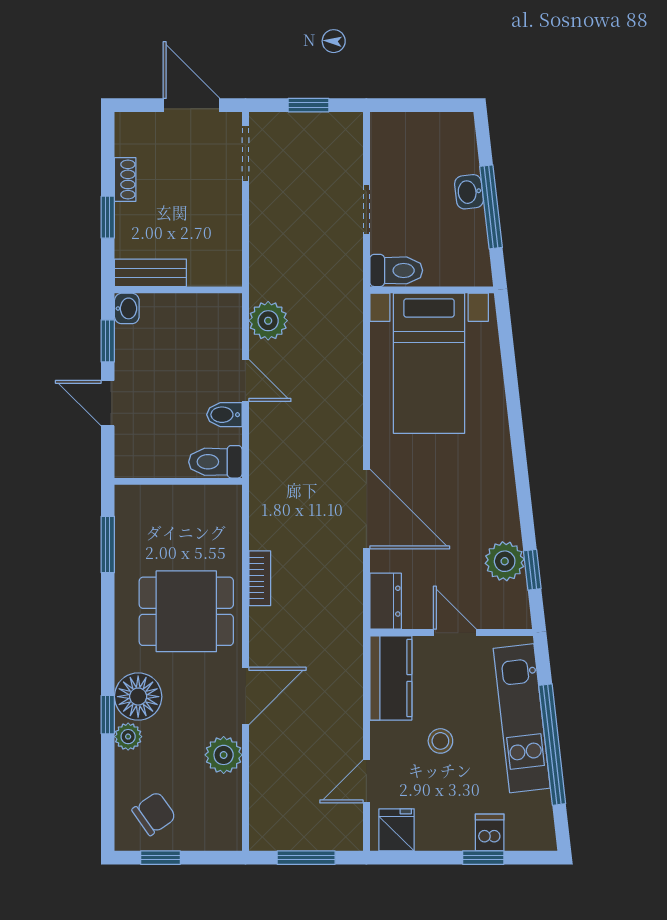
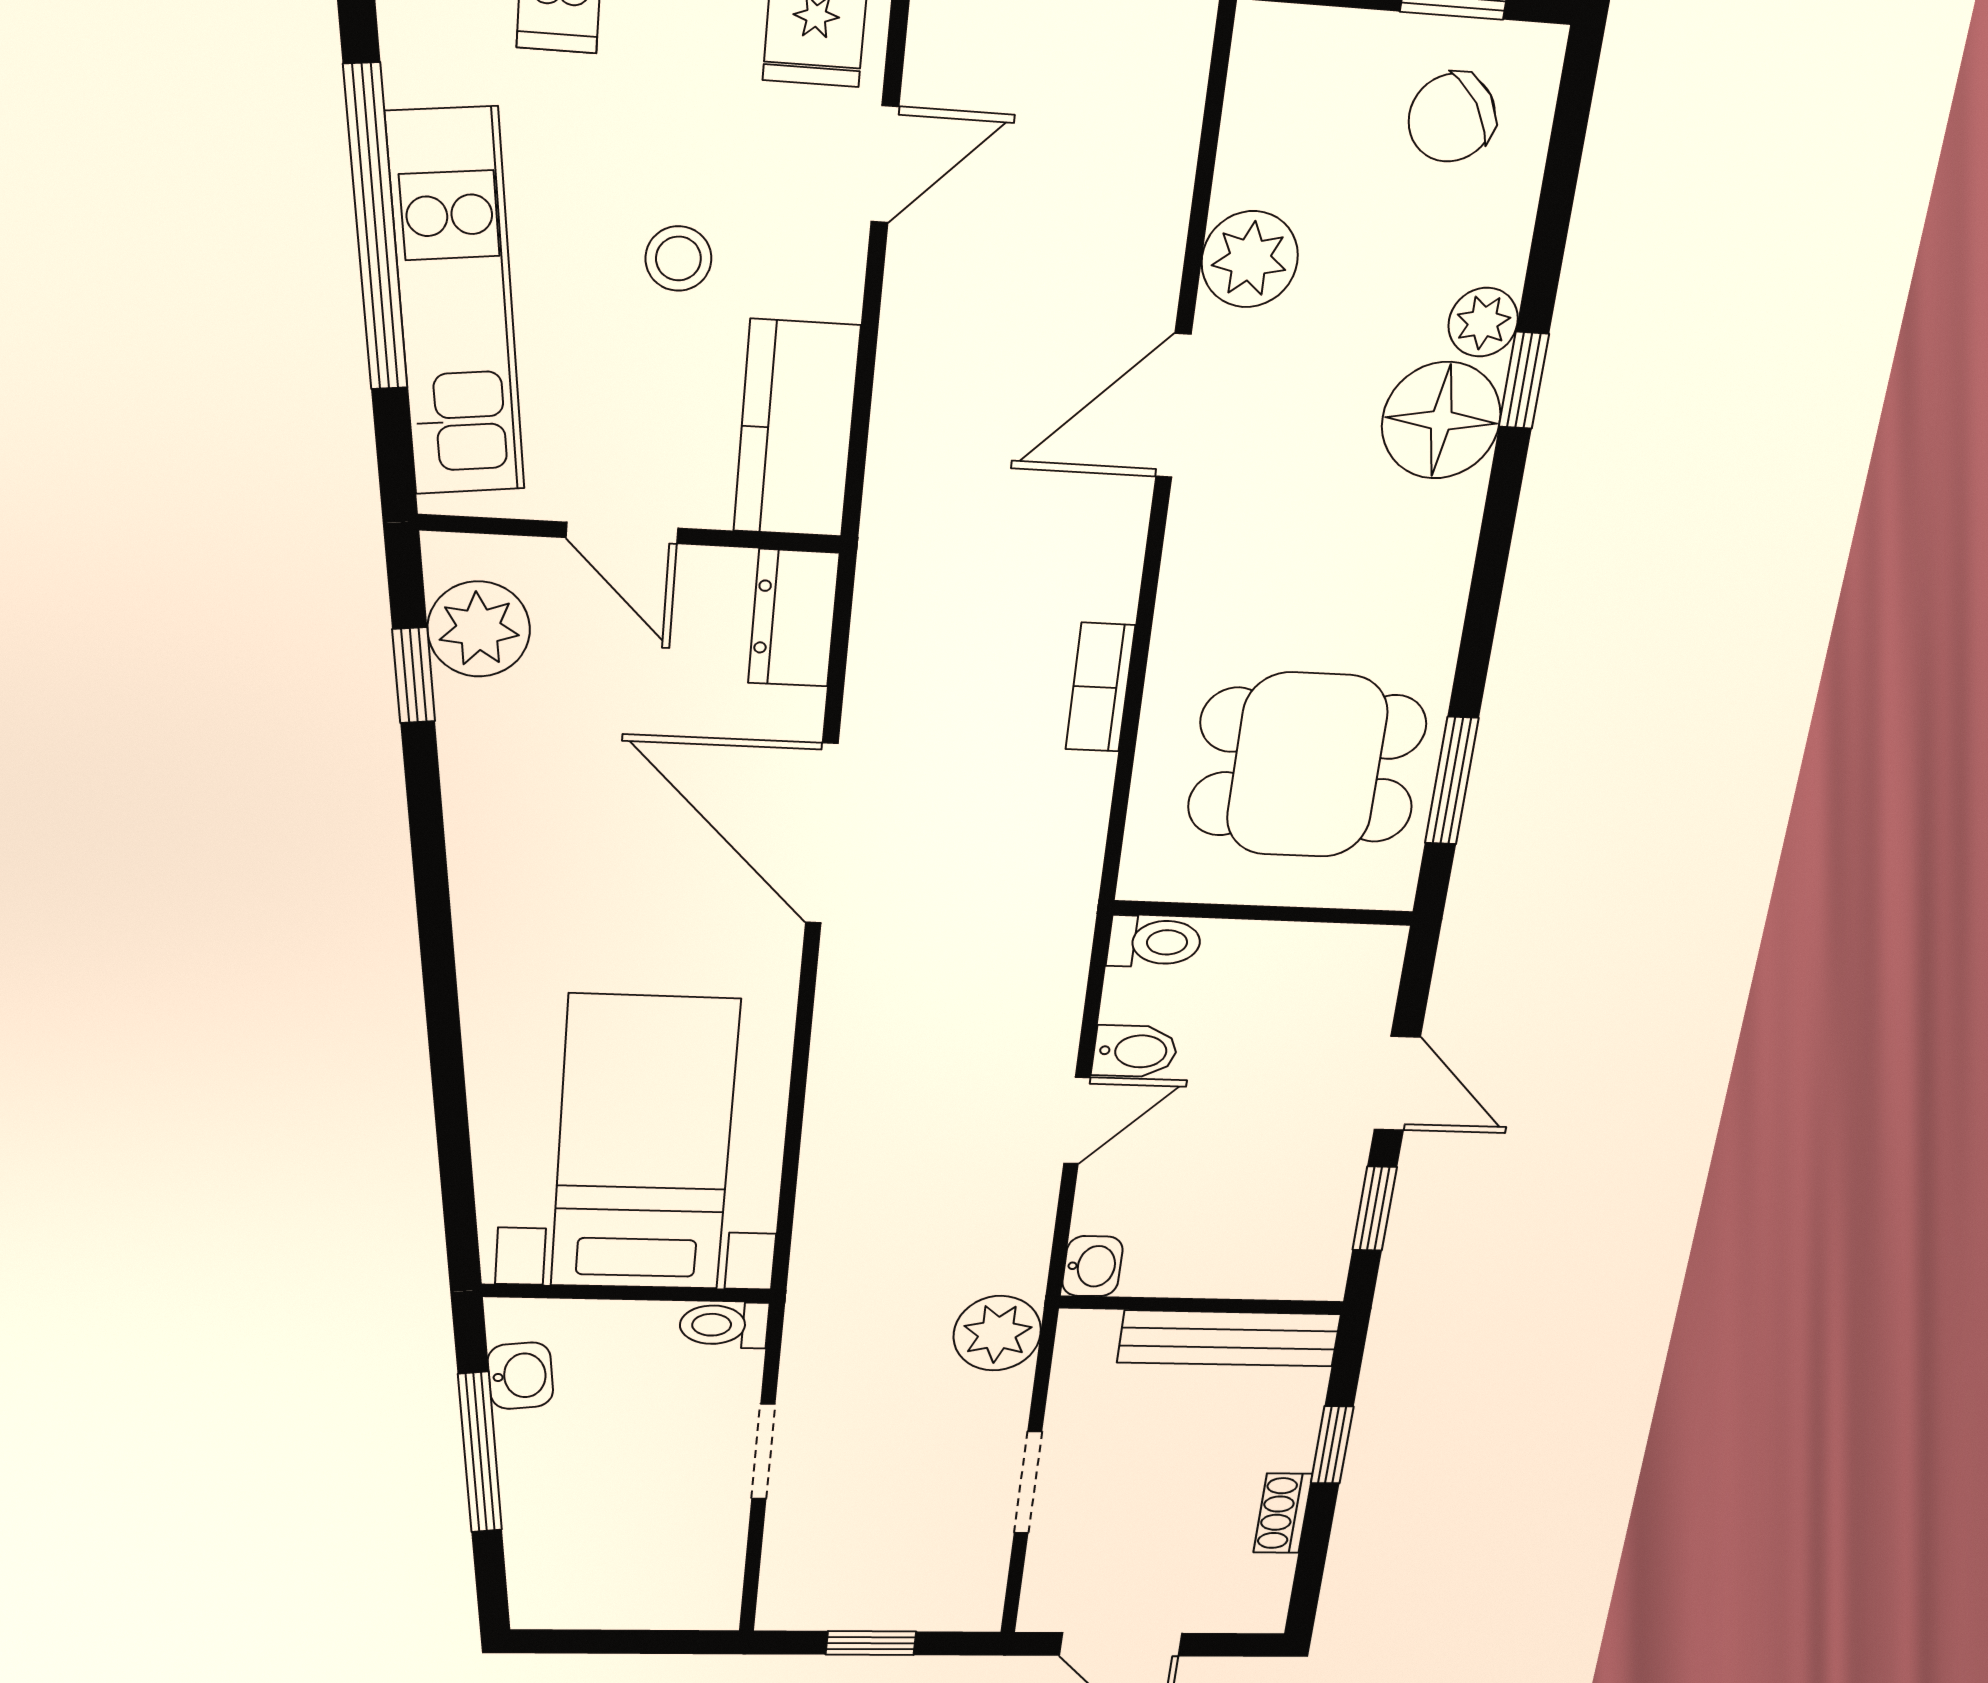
doorway: (245, 154) -> (1028, 1482), moved
washbasin: (469, 192) -> (520, 1376), moved
toilet: (396, 270) -> (724, 1325), width x0.73, depth x0.72
bench: (150, 273) -> (1229, 1338), width x1.36
washbasin: (127, 308) -> (1092, 1266), moved, turned 180
plant: (268, 321) -> (997, 1333), moved
door: (245, 380) -> (1077, 1121), swing flipped
toilet: (215, 462) -> (1154, 942), width x0.73, depth x0.72
plant: (505, 561) -> (479, 629), moved
dining table: (186, 611) -> (1307, 765), moved

